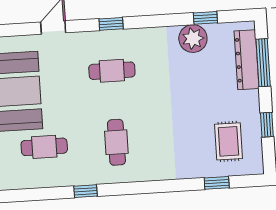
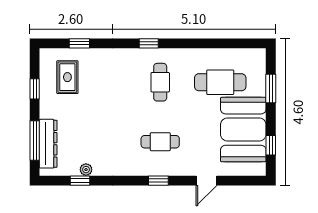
plant: (193, 39) -> (86, 170), width x0.53, depth x0.53
cafe table: (44, 147) -> (220, 82), width x1.37, depth x1.35
window: (86, 191) -> (149, 43), moved

